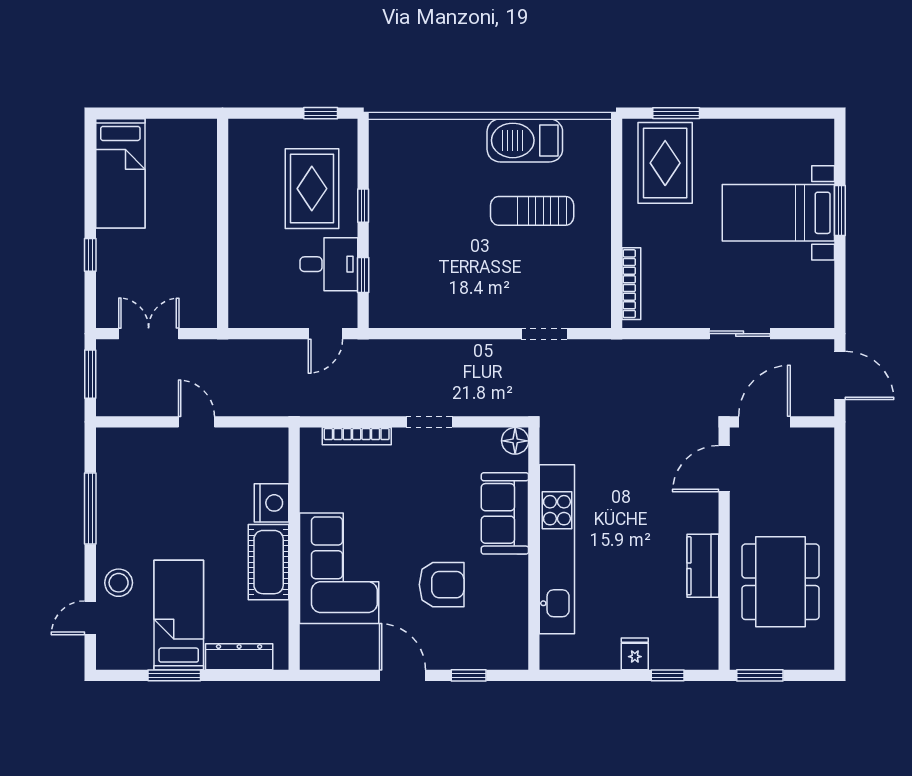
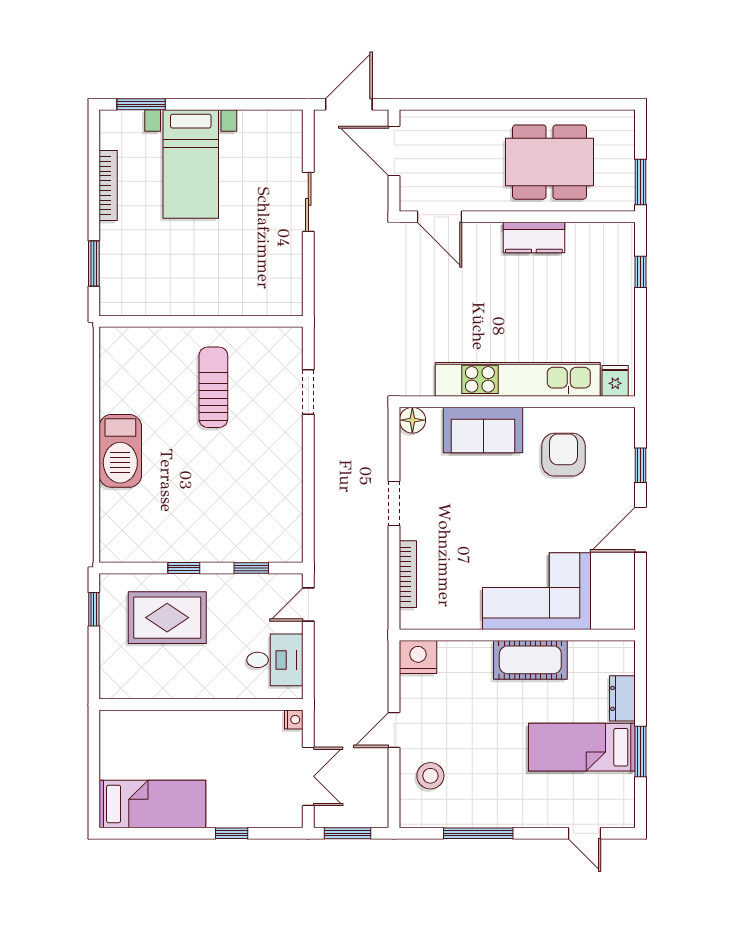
barbecue: (525, 140) -> (120, 451), moved
rug: (665, 163) -> (142, 274), removed
sun lounger: (532, 211) -> (213, 387), moved, turned 180
window: (840, 211) -> (141, 104), moved
desk: (329, 264) -> (275, 660), moved, turned 90
bookcase: (631, 284) -> (108, 186), moved, turned 90
nightstand: (207, 319) -> (294, 720), added
double door: (149, 334) -> (308, 776), swing flipped
door: (325, 334) -> (308, 605), swing flipped
door: (765, 422) -> (394, 151), moved
nightstand: (271, 503) -> (418, 657), moved
stool: (119, 583) -> (430, 776), moved
armchair: (442, 585) -> (563, 455), moved
fridge: (635, 654) -> (615, 381), moved, turned 90
dresser: (239, 657) -> (622, 698), width x0.70

